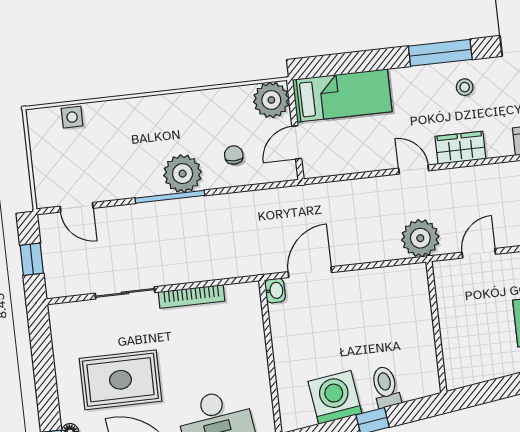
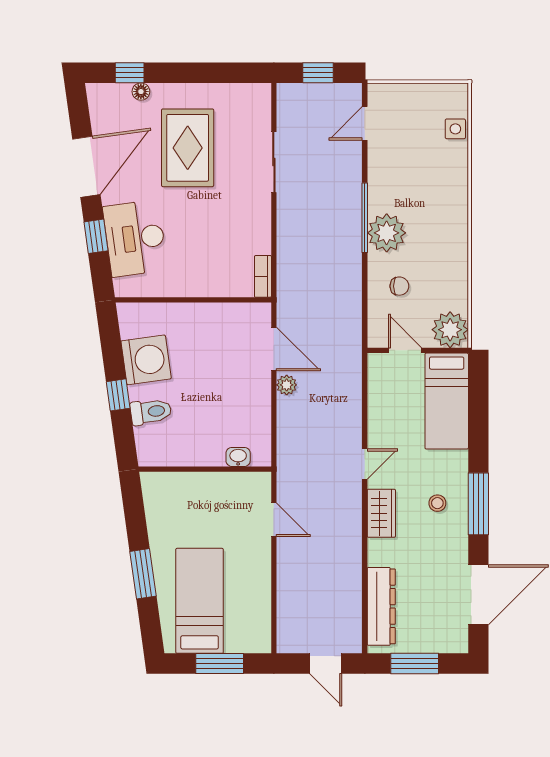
stool: (465, 87) -> (437, 503), moved
plant: (420, 238) -> (287, 385), moved, width x0.53, depth x0.53
washbasin: (275, 291) -> (238, 457), moved, turned 180
bookcase: (192, 296) -> (263, 276), moved, width x0.64

